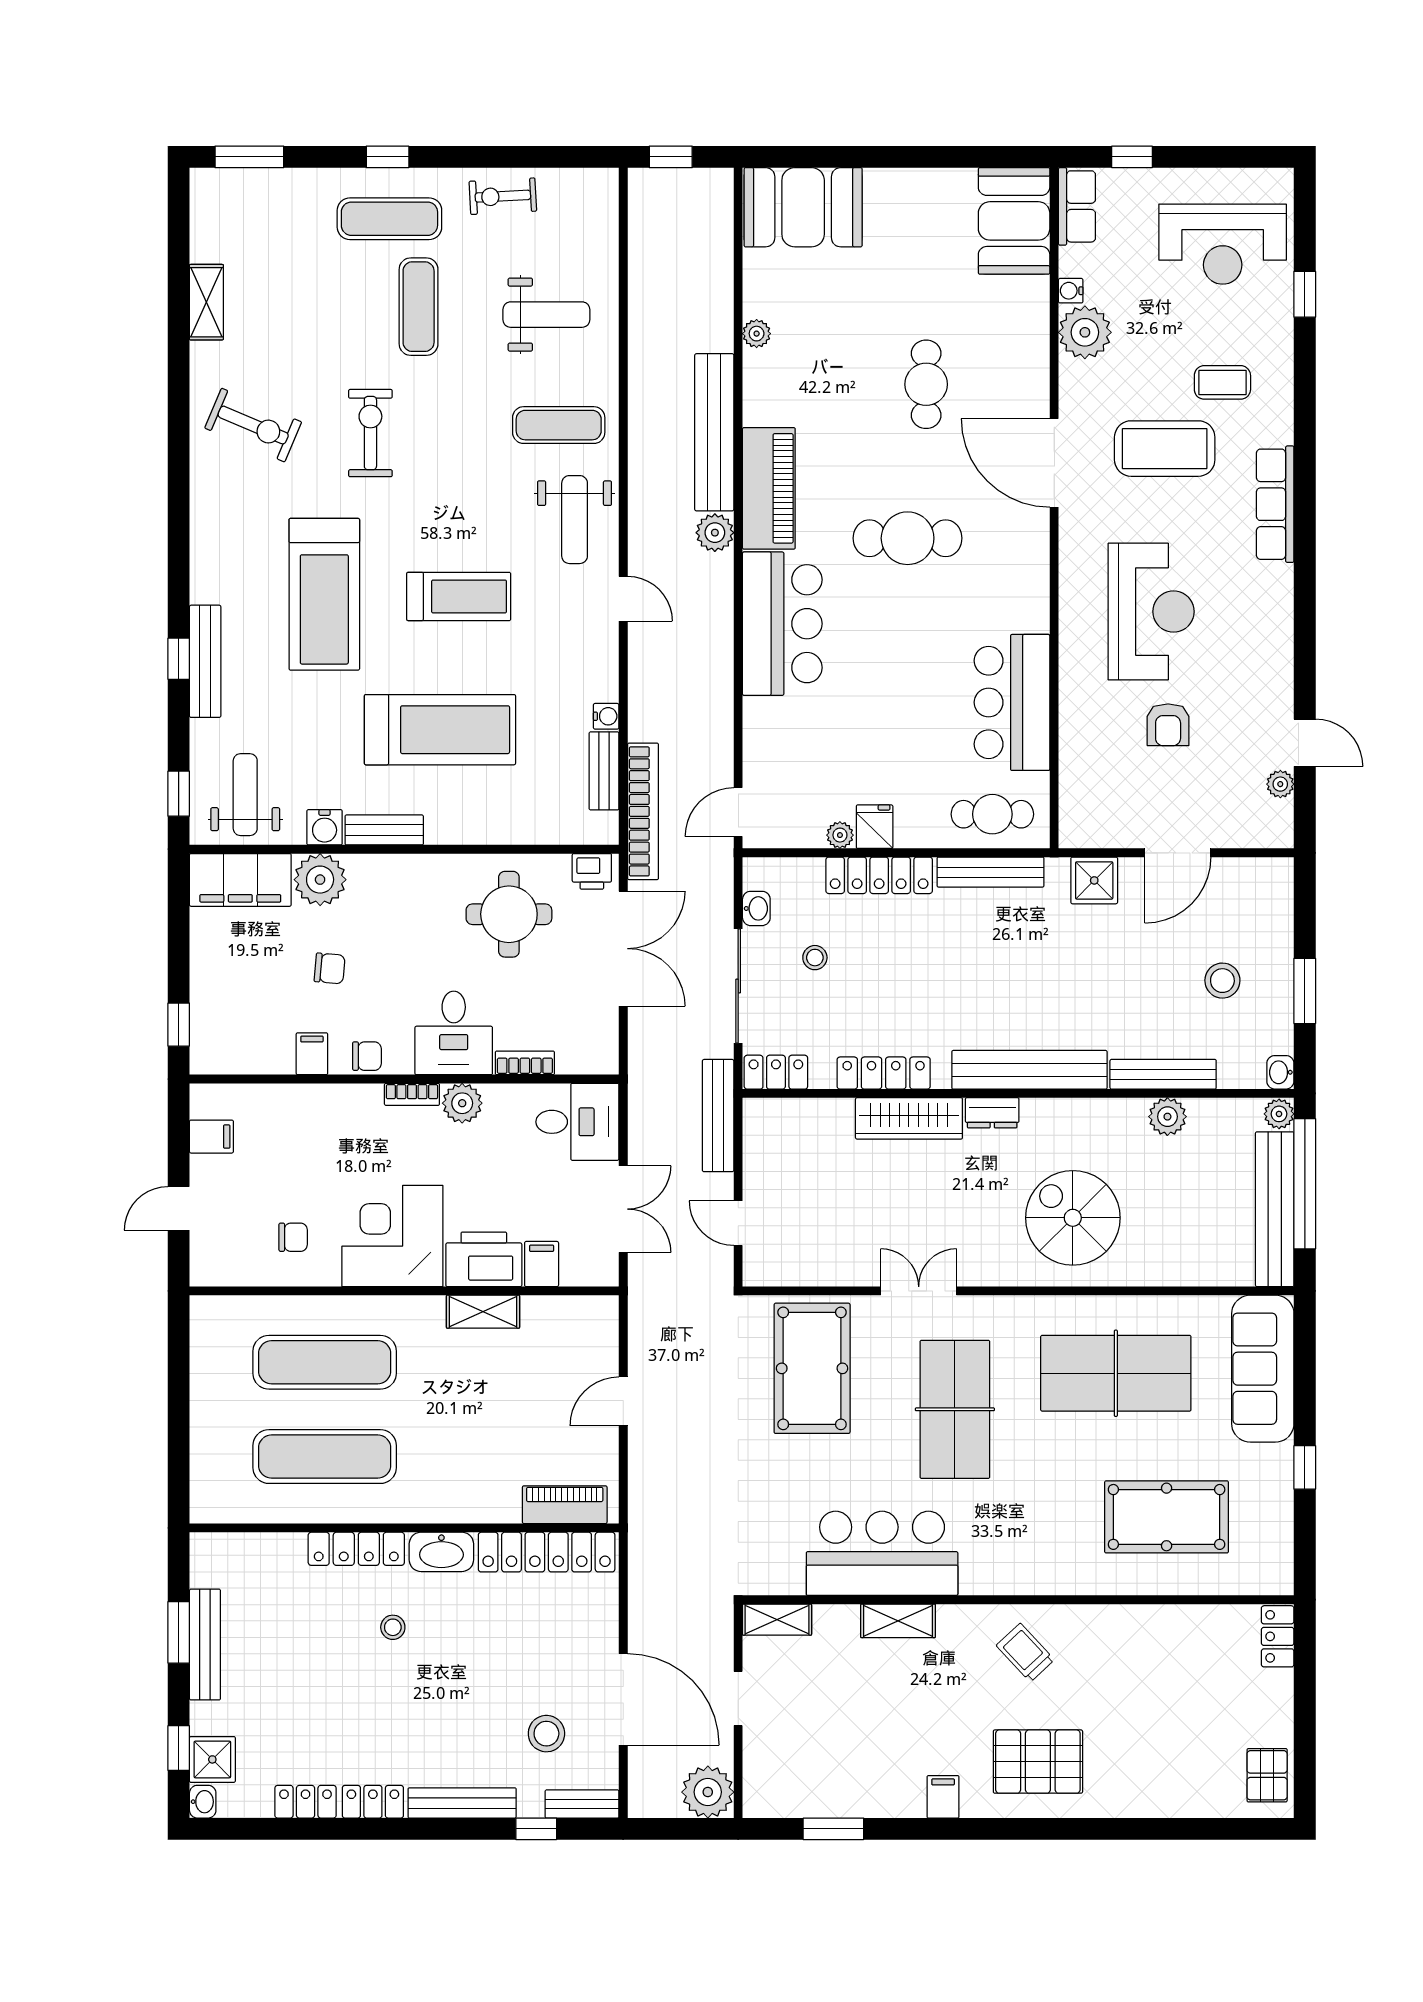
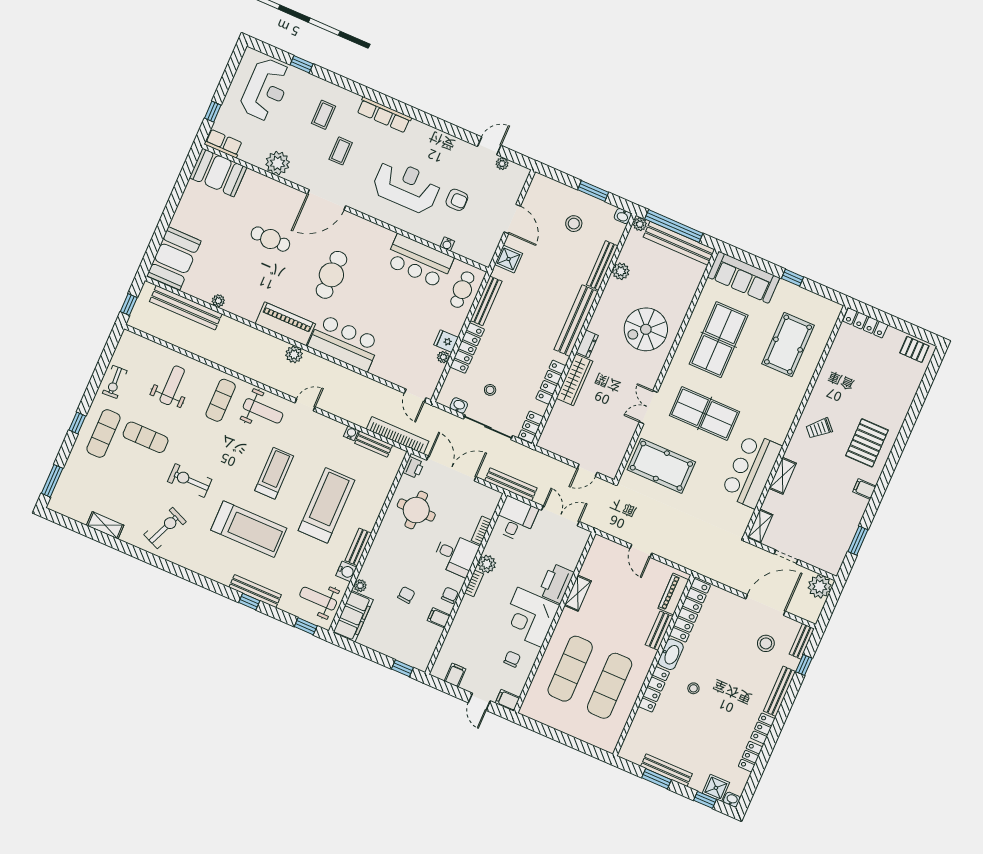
water cooler: (1071, 291) -> (447, 244), moved
bench: (714, 432) -> (186, 308), moved
coffee table: (1165, 449) -> (341, 151), width x0.54, depth x0.58
plant: (320, 880) -> (360, 586), width x0.53, depth x0.53
bench: (718, 1116) -> (511, 484), moved
filing cabinet: (542, 1264) -> (508, 700), moved
bench: (479, 1508) -> (659, 631), added
locker: (1278, 1636) -> (865, 323), width x1.53

